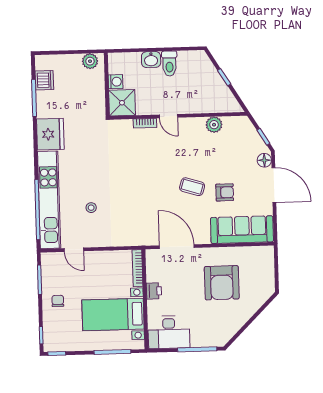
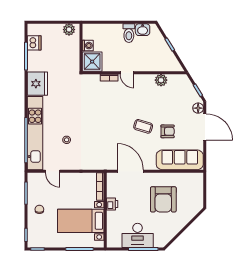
washbasin: (151, 60) -> (143, 30), moved
desk: (169, 332) -> (138, 235), moved

